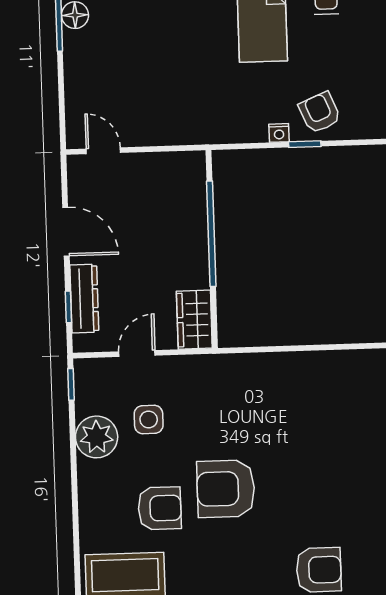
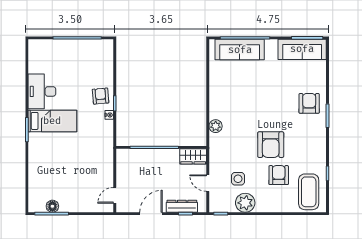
armchair: (320, 112) -> (101, 96), turned 108
plant: (262, 366) -> (216, 126), added

